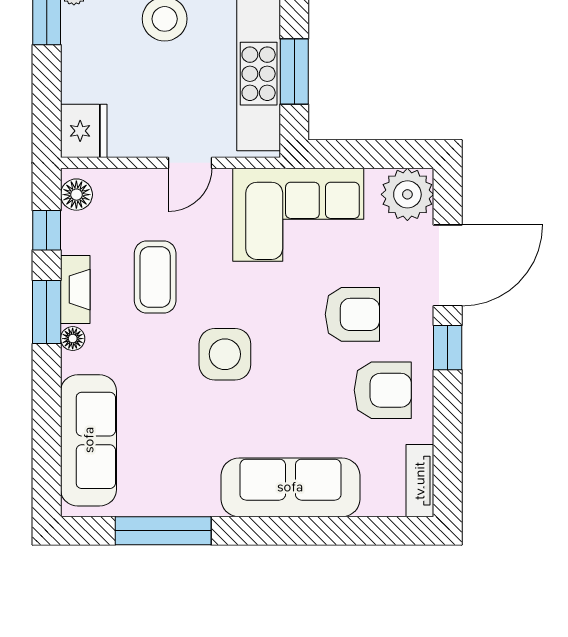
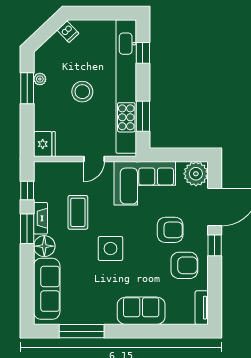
floor lamp: (76, 195) -> (41, 174), removed
floor lamp: (73, 339) -> (44, 246), width x1.89, depth x1.89
sofa: (290, 487) -> (141, 311), width x0.73

